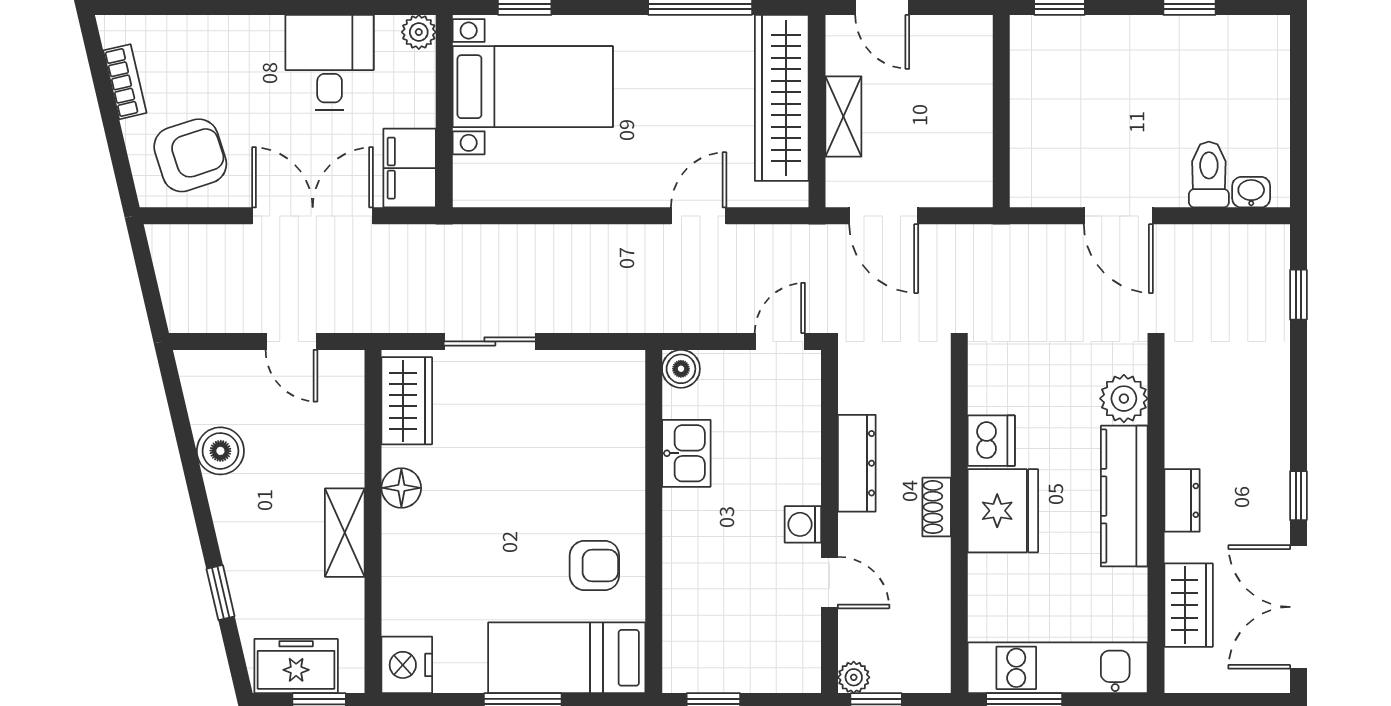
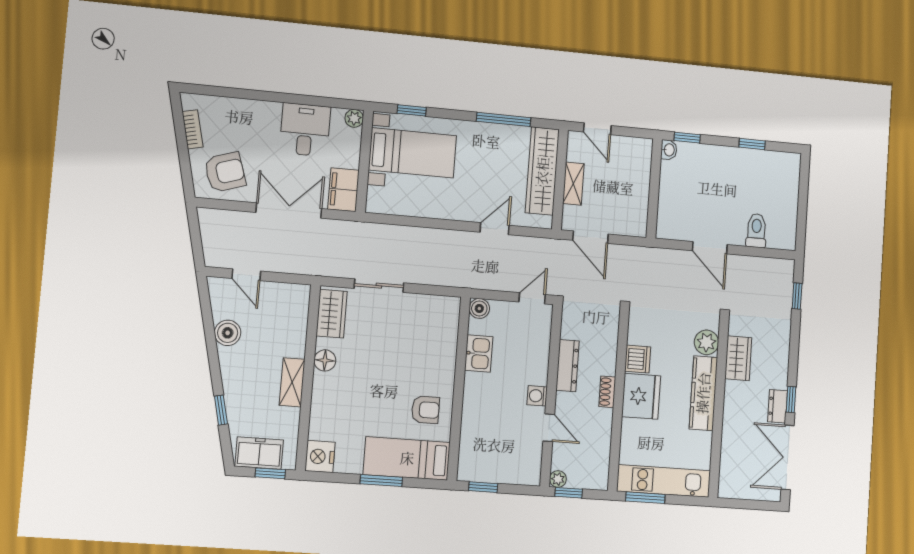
washbasin: (1251, 192) -> (669, 150), moved, turned 90
door: (291, 341) -> (246, 275), moved
dresser: (1182, 500) -> (778, 406), moved, turned 180
wardrobe: (1189, 605) -> (738, 358), moved

